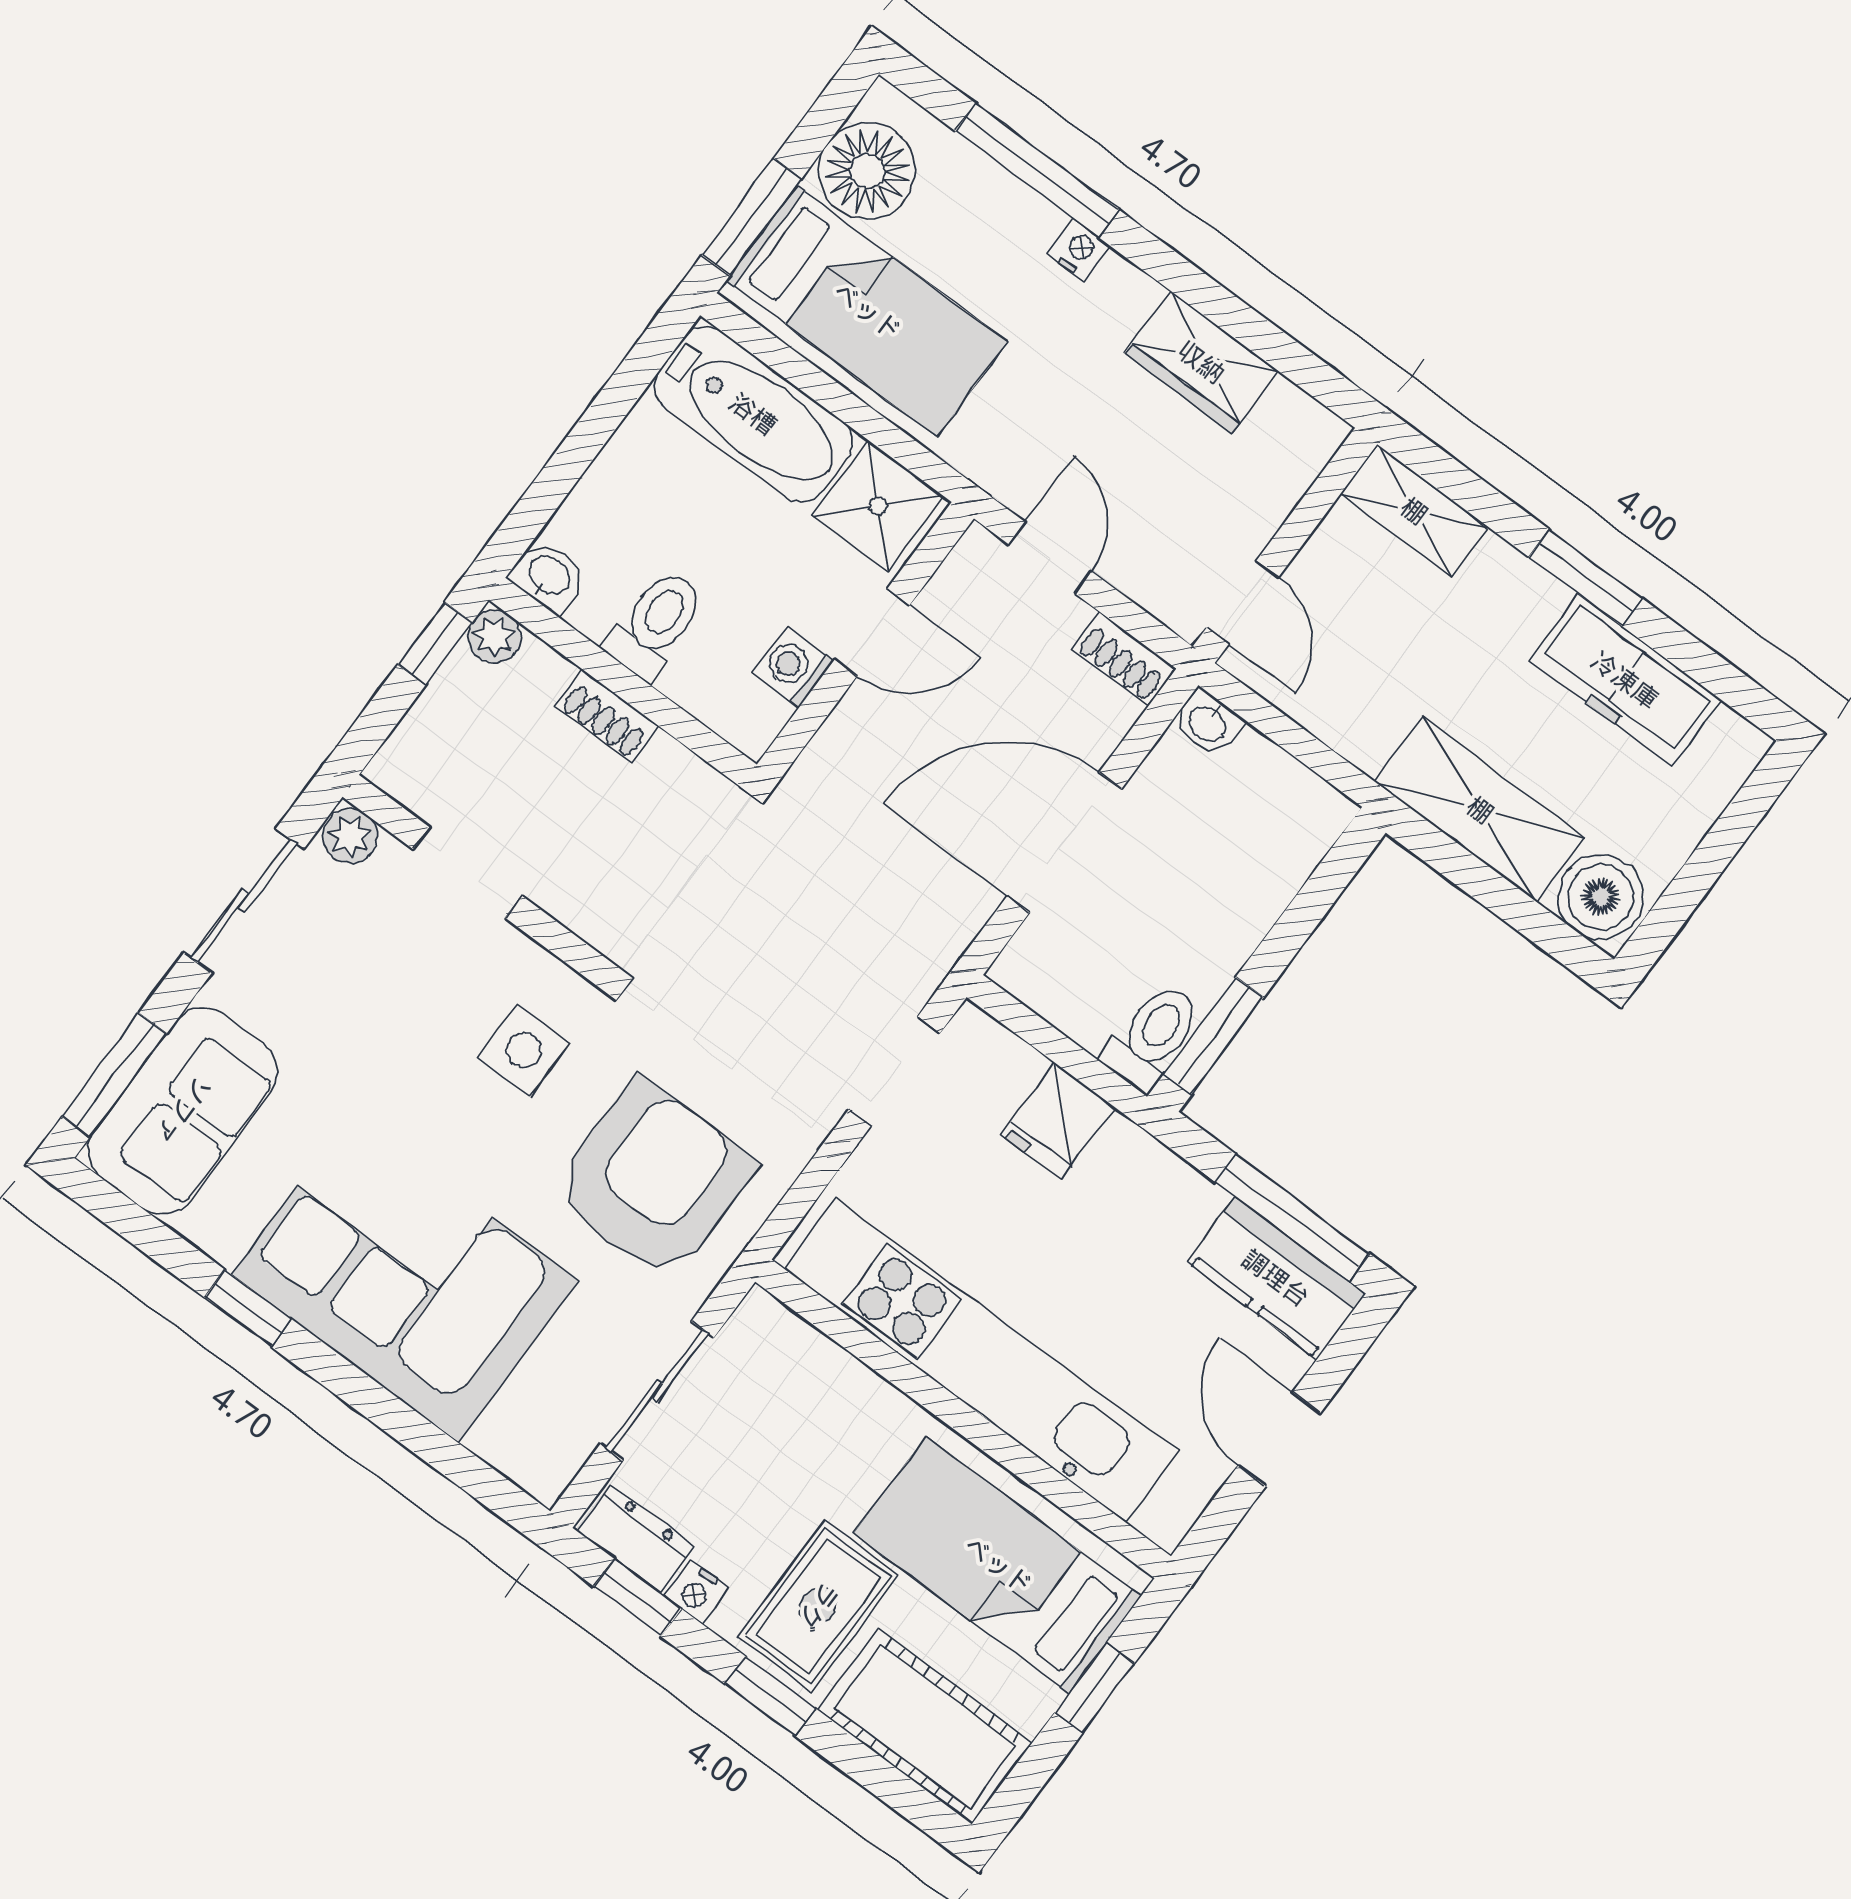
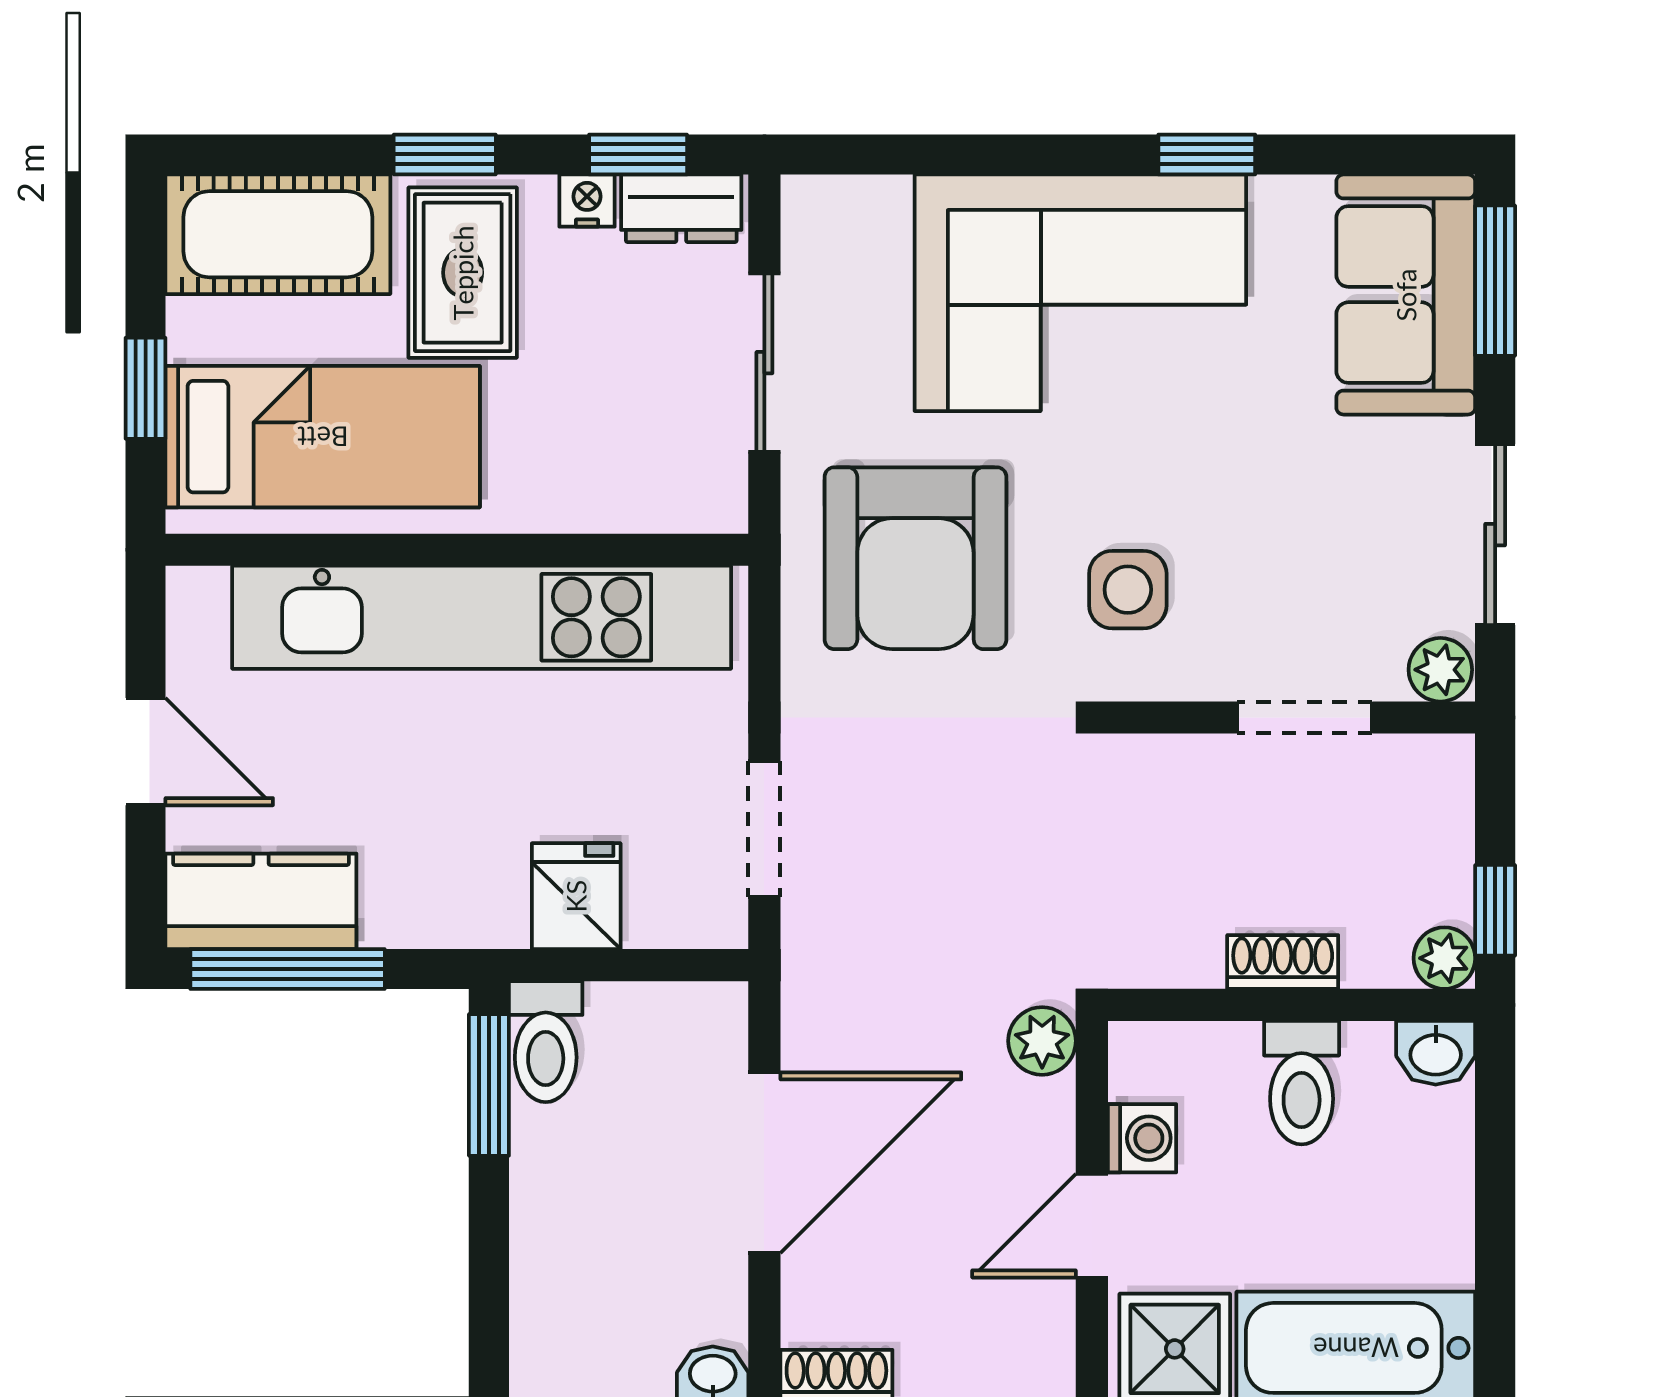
plant: (812, 784) -> (1042, 1041), added

